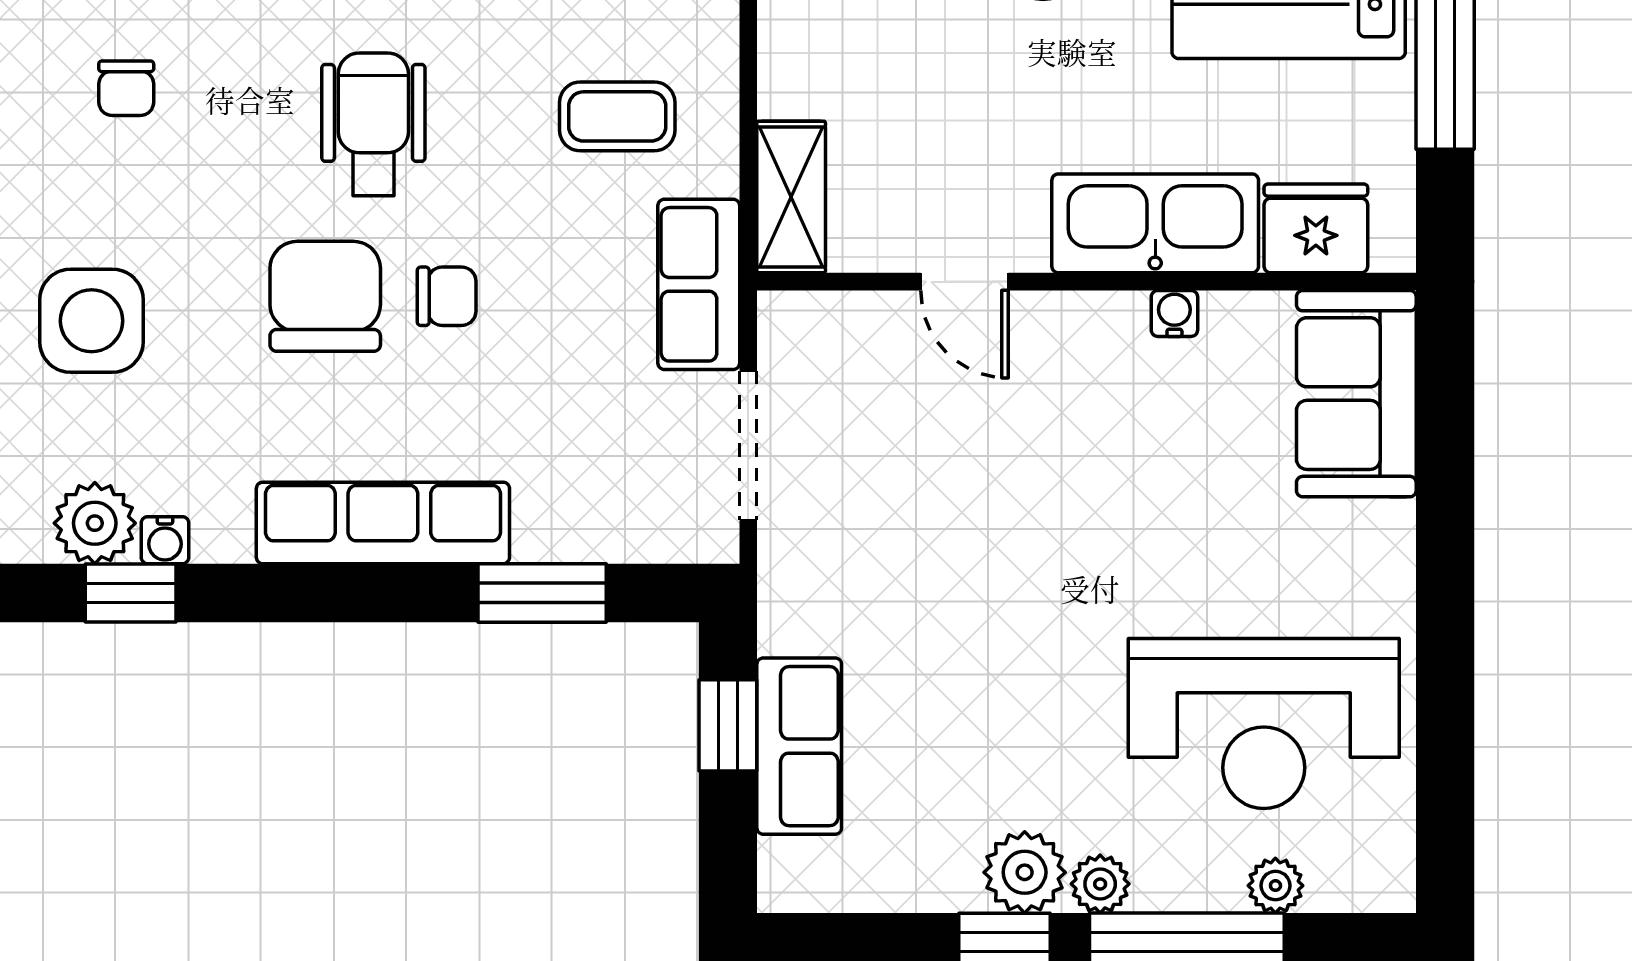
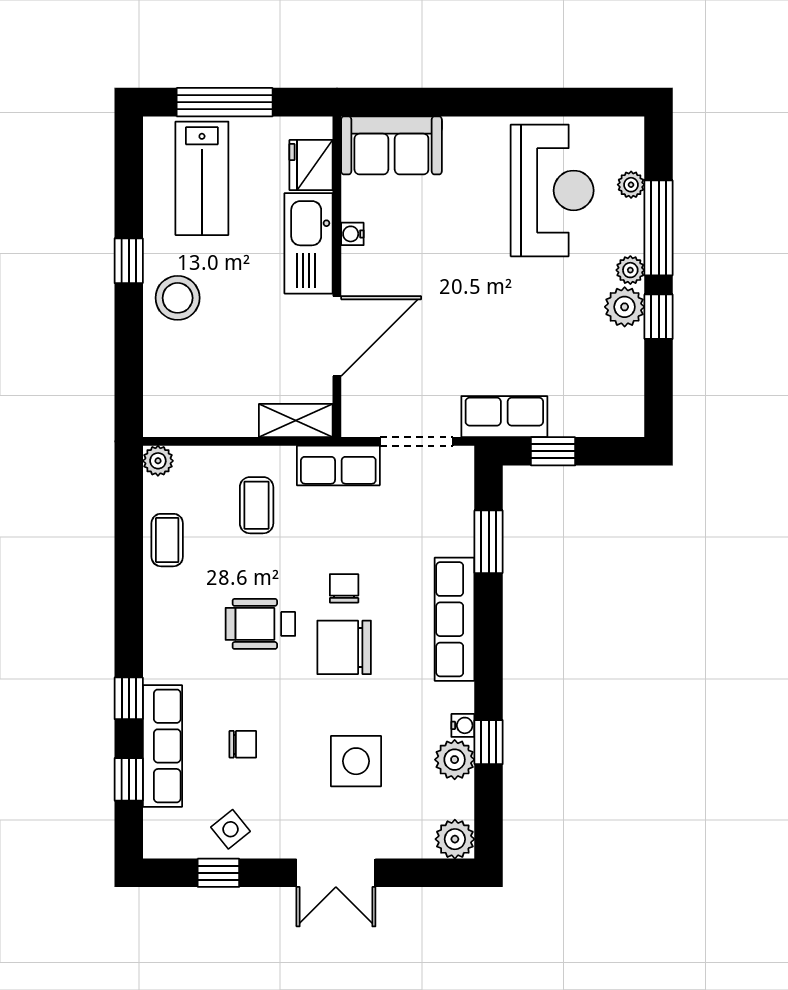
door: (964, 282) -> (337, 336), width x1.88
row of seats: (799, 746) -> (504, 417), moved

